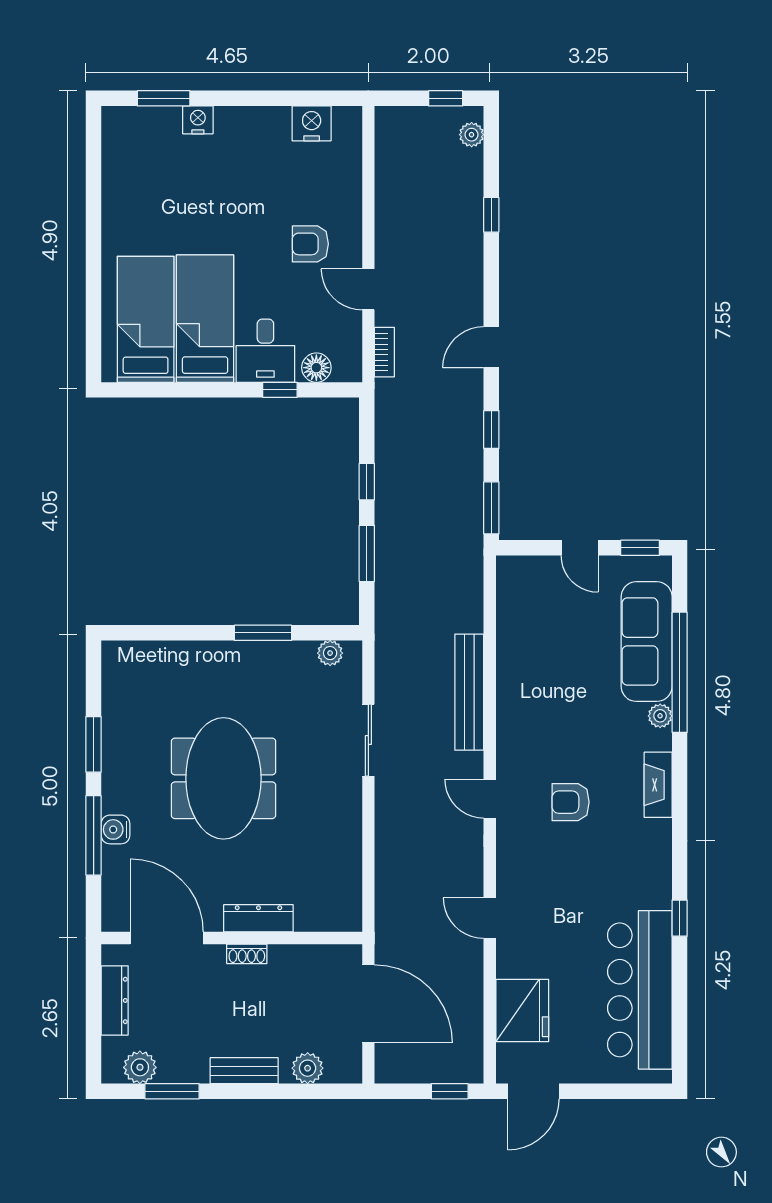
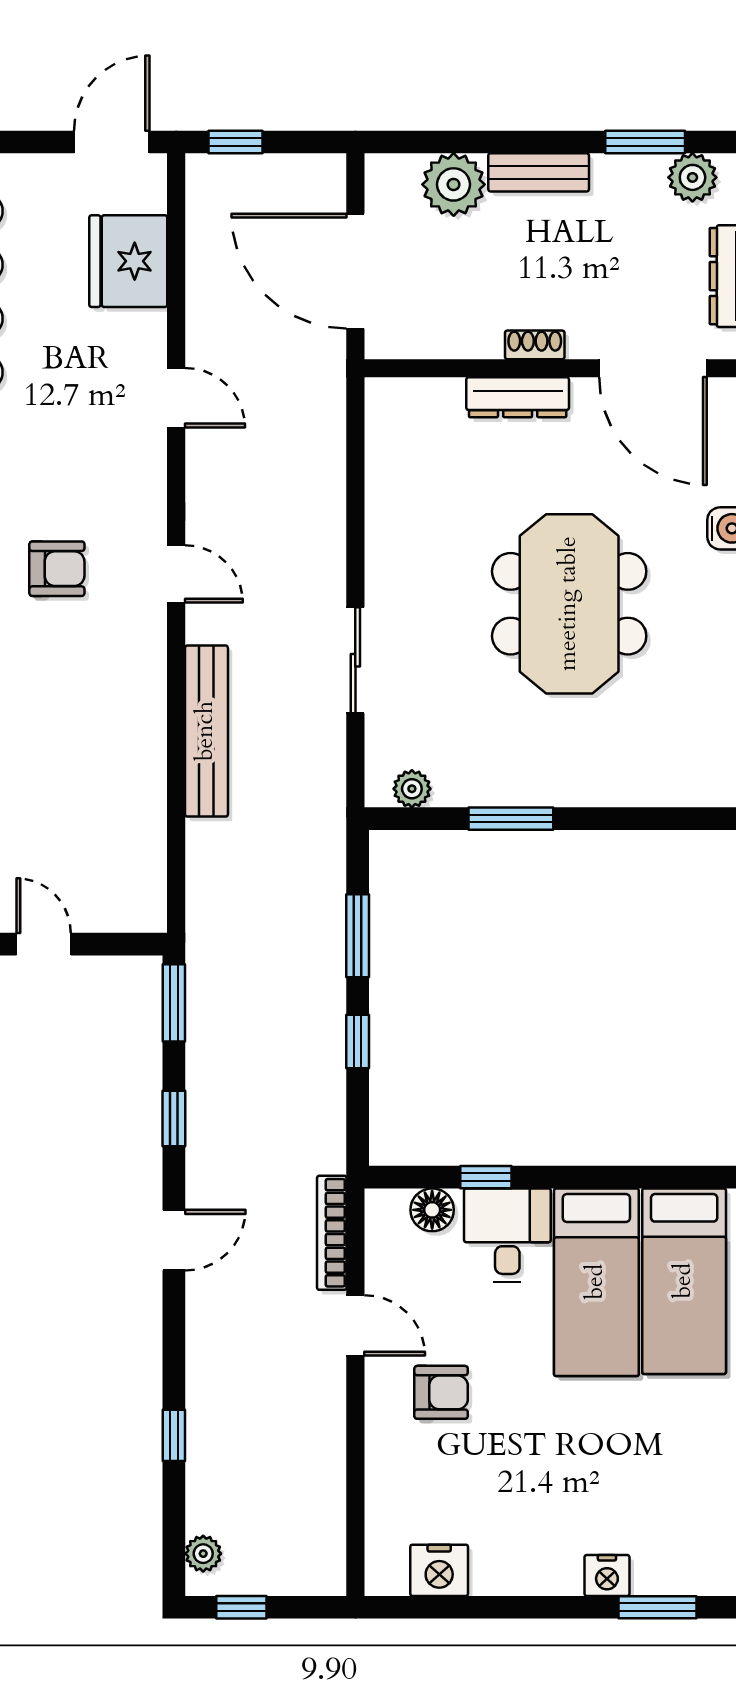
bookcase: (384, 352) -> (332, 1233), width x1.56
plant: (308, 1068) -> (454, 184), width x1.36, depth x1.36

